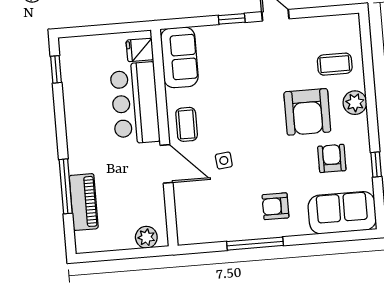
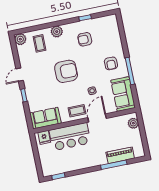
plant: (348, 25) -> (20, 39), added
armchair: (307, 112) -> (66, 71), moved
sofa: (342, 213) -> (123, 94), moved

